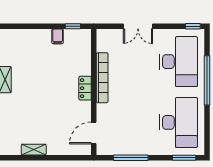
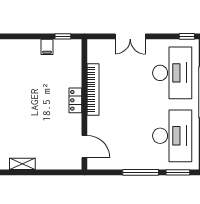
door: (94, 133) -> (84, 147), swing flipped
window: (131, 158) -> (141, 172), moved

